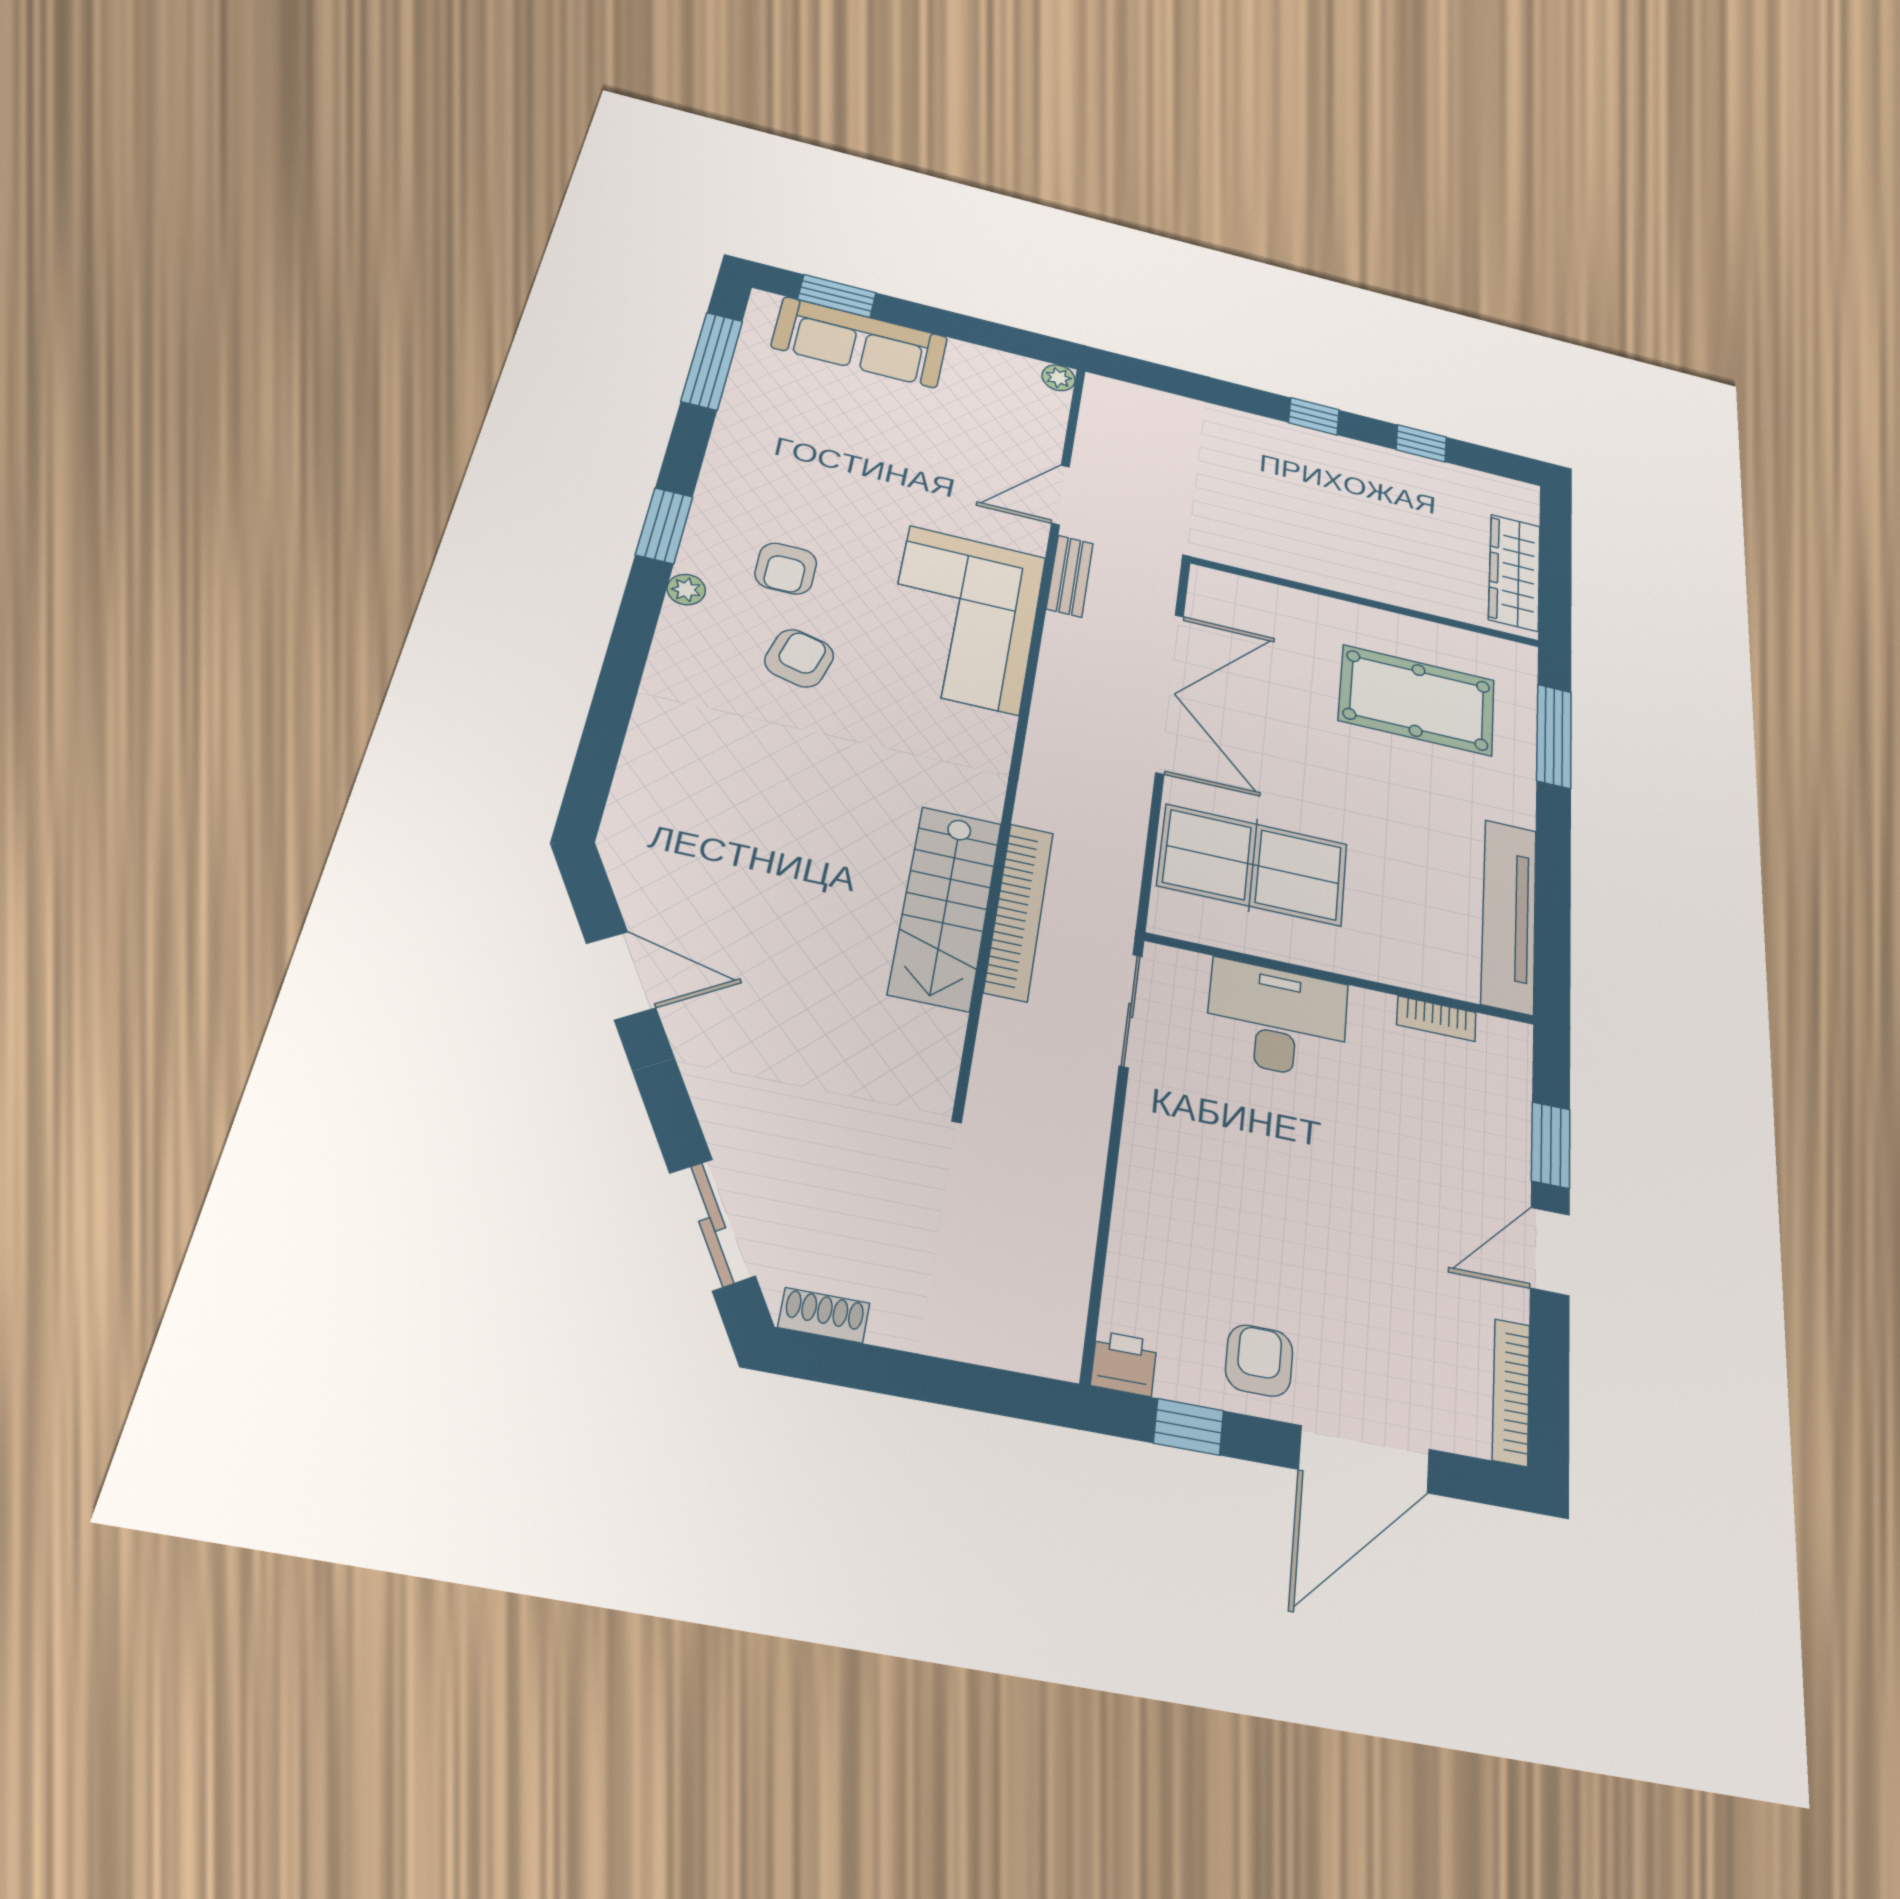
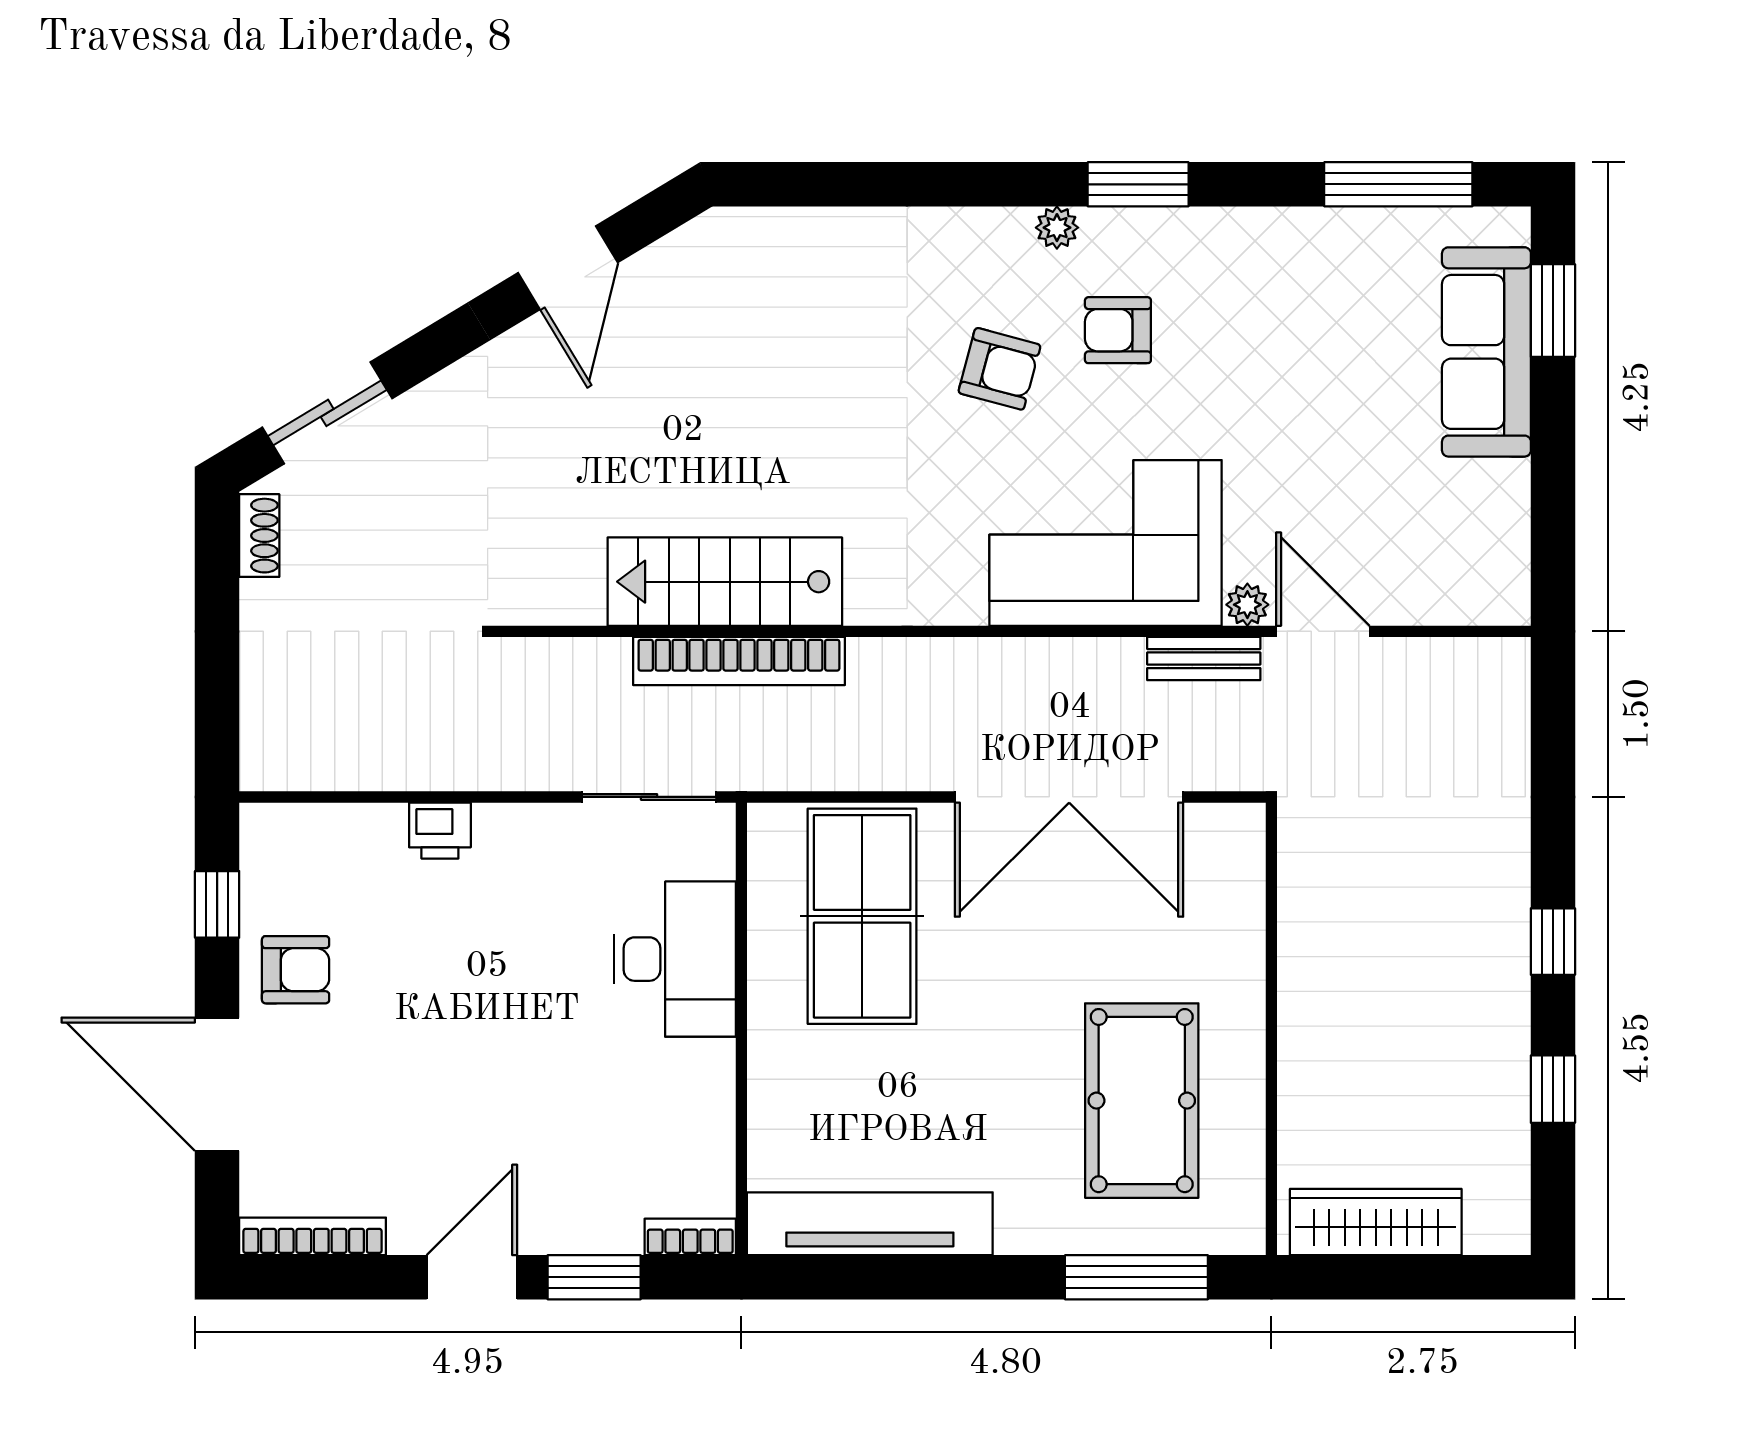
plant: (1059, 378) -> (1247, 605), moved
bookcase: (1436, 1019) -> (690, 1237), moved, turned 90
door: (1550, 1251) -> (472, 1277), hinge flipped
printer: (1124, 1363) -> (440, 831), moved, turned 90

